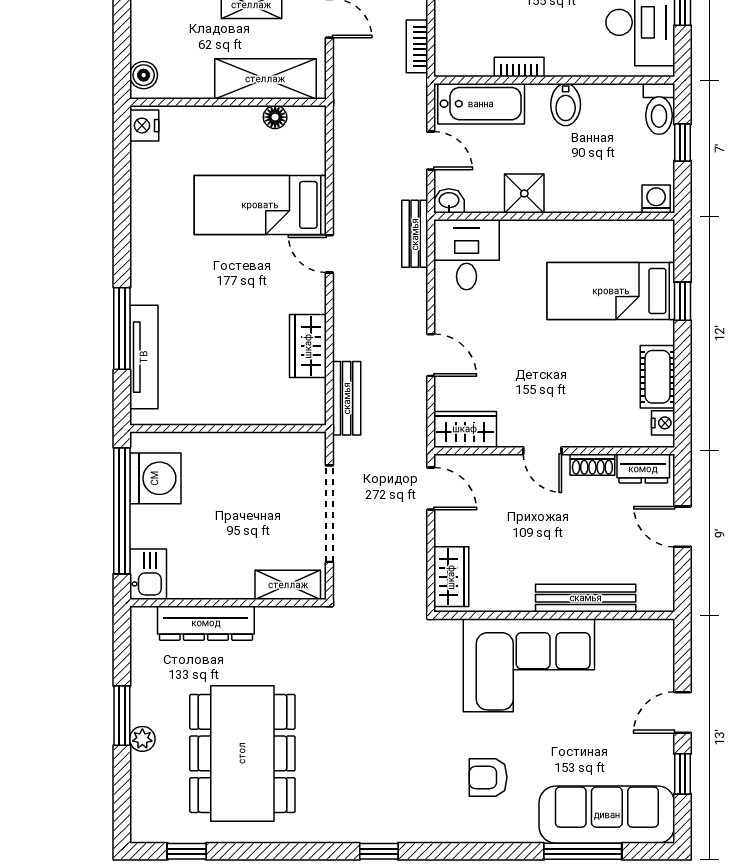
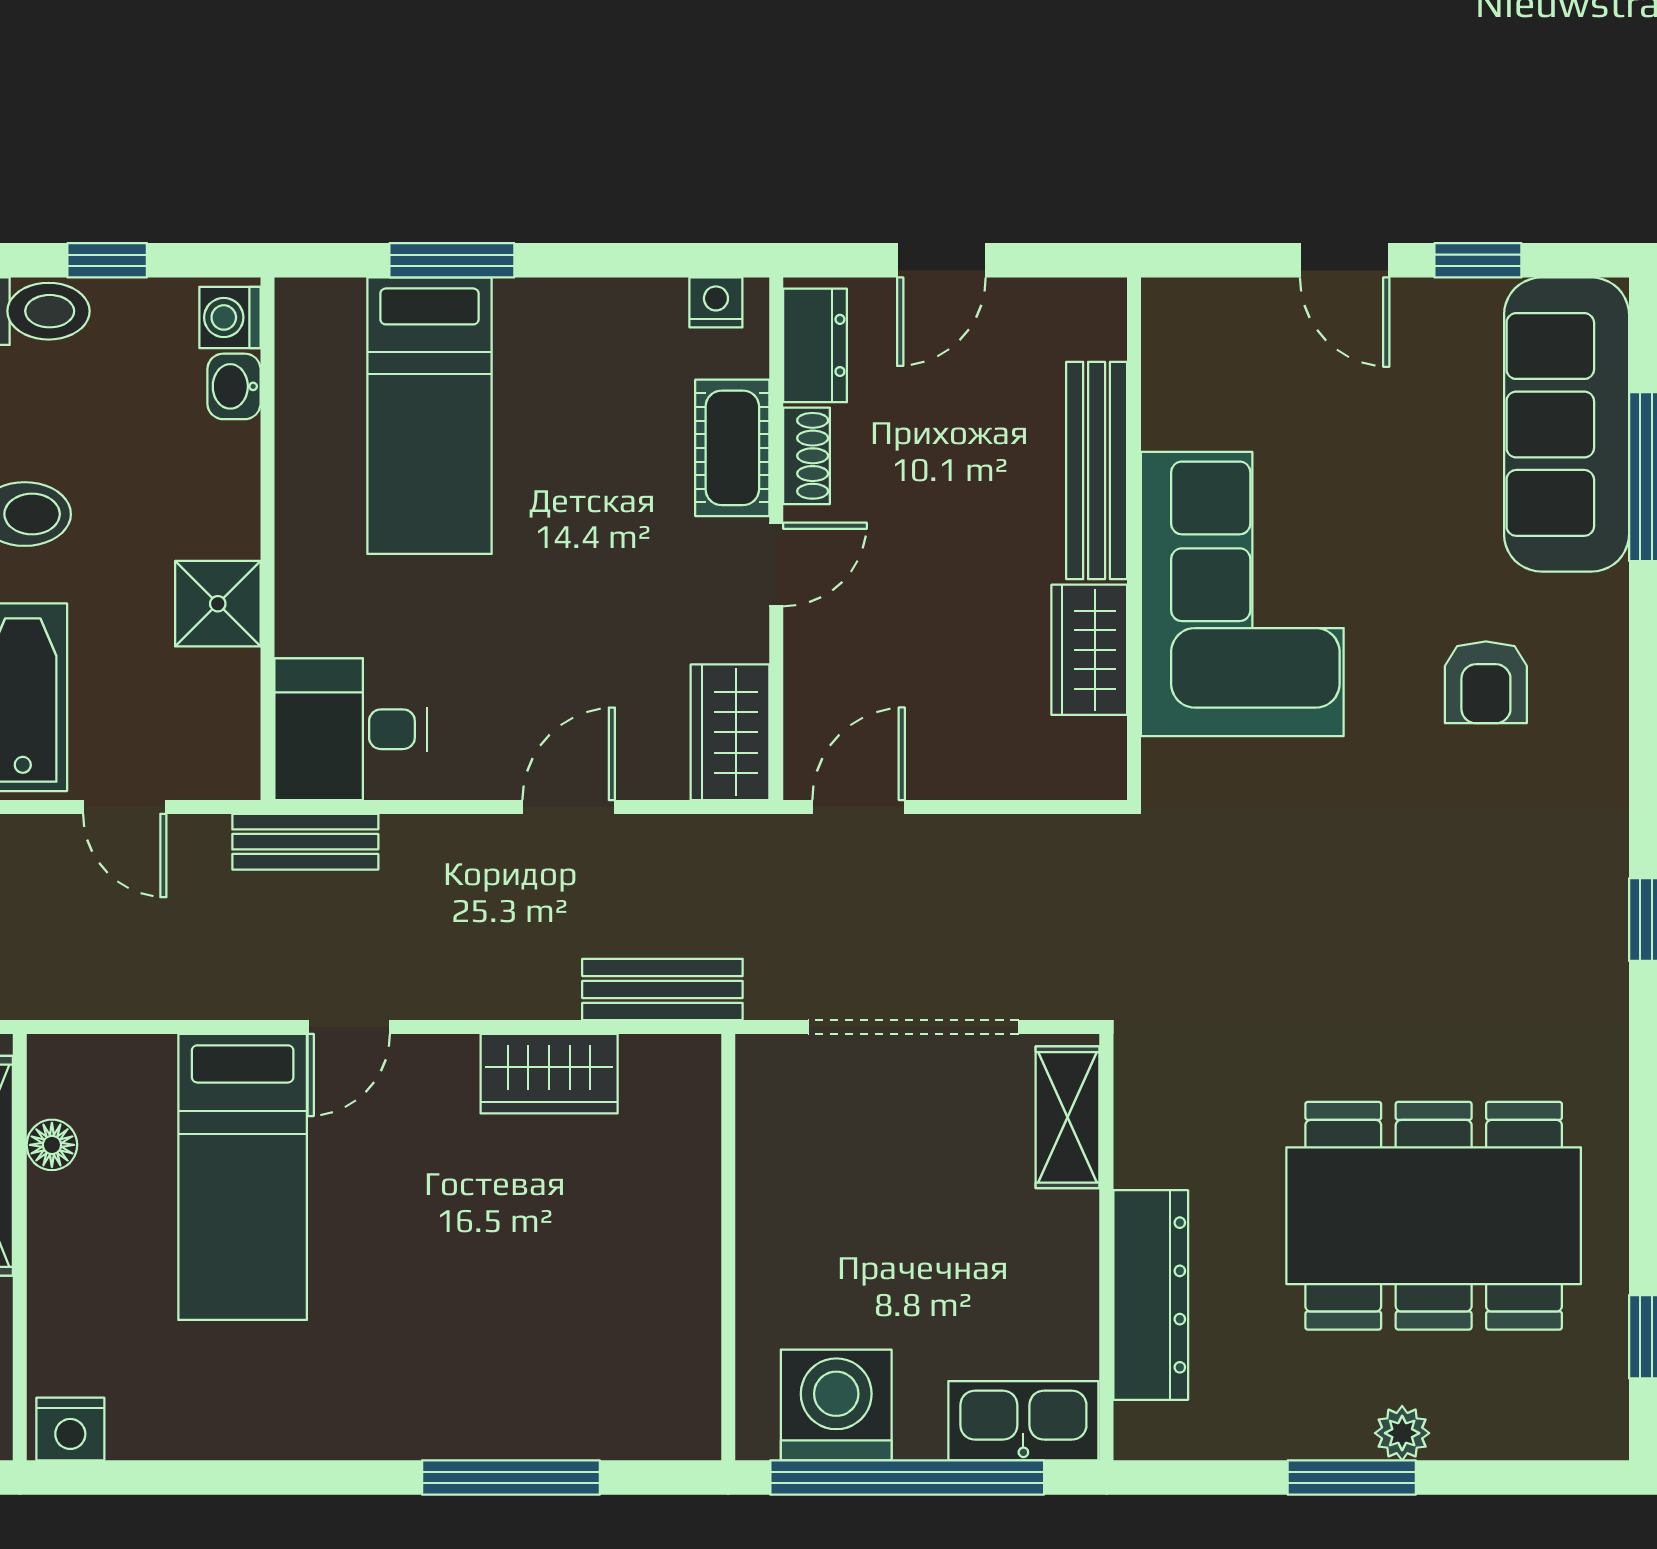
door: (431, 151) -> (125, 807), swing flipped
washbasin: (449, 201) -> (234, 386), moved
window: (682, 301) -> (452, 260), width x1.50
tv unit: (144, 357) -> (573, 1430), removed
cot: (657, 377) -> (732, 448), moved, turned 90
kitchen sink: (148, 574) -> (1023, 1421), width x1.38
wardrobe: (451, 577) -> (1089, 650), moved, turned -90

